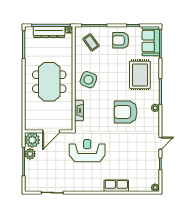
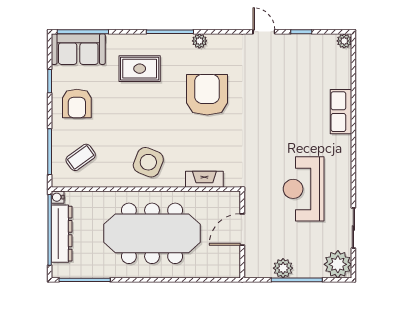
rug: (140, 75) -> (140, 69), width x0.73, depth x0.70
meeting table: (49, 82) -> (152, 233), width x1.36
armchair: (126, 112) -> (207, 95), turned 180
door: (51, 131) -> (242, 229), swing flipped
plant: (32, 140) -> (338, 264), moved
reception desk: (87, 151) -> (304, 189), moved

